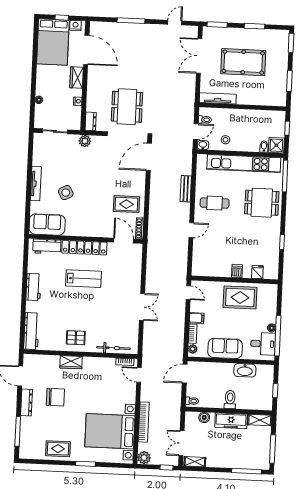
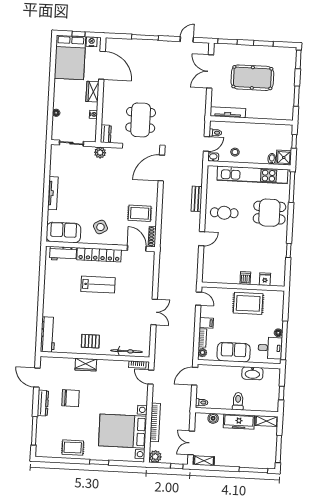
side table: (66, 193) -> (100, 227), moved
workbench: (33, 287) -> (50, 292), removed

